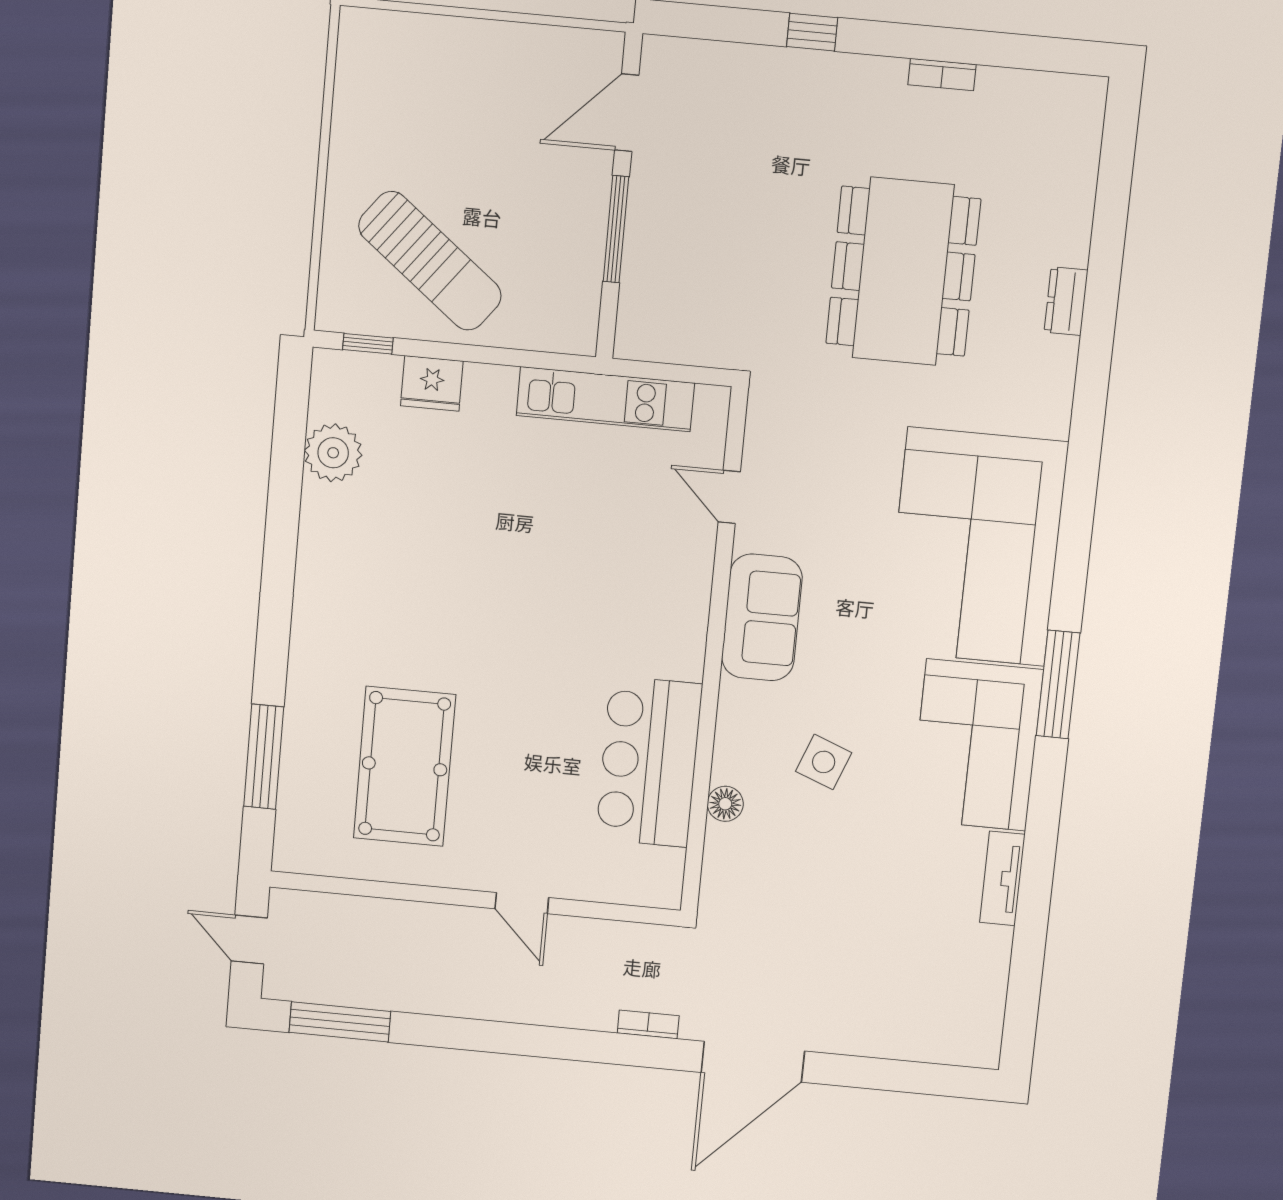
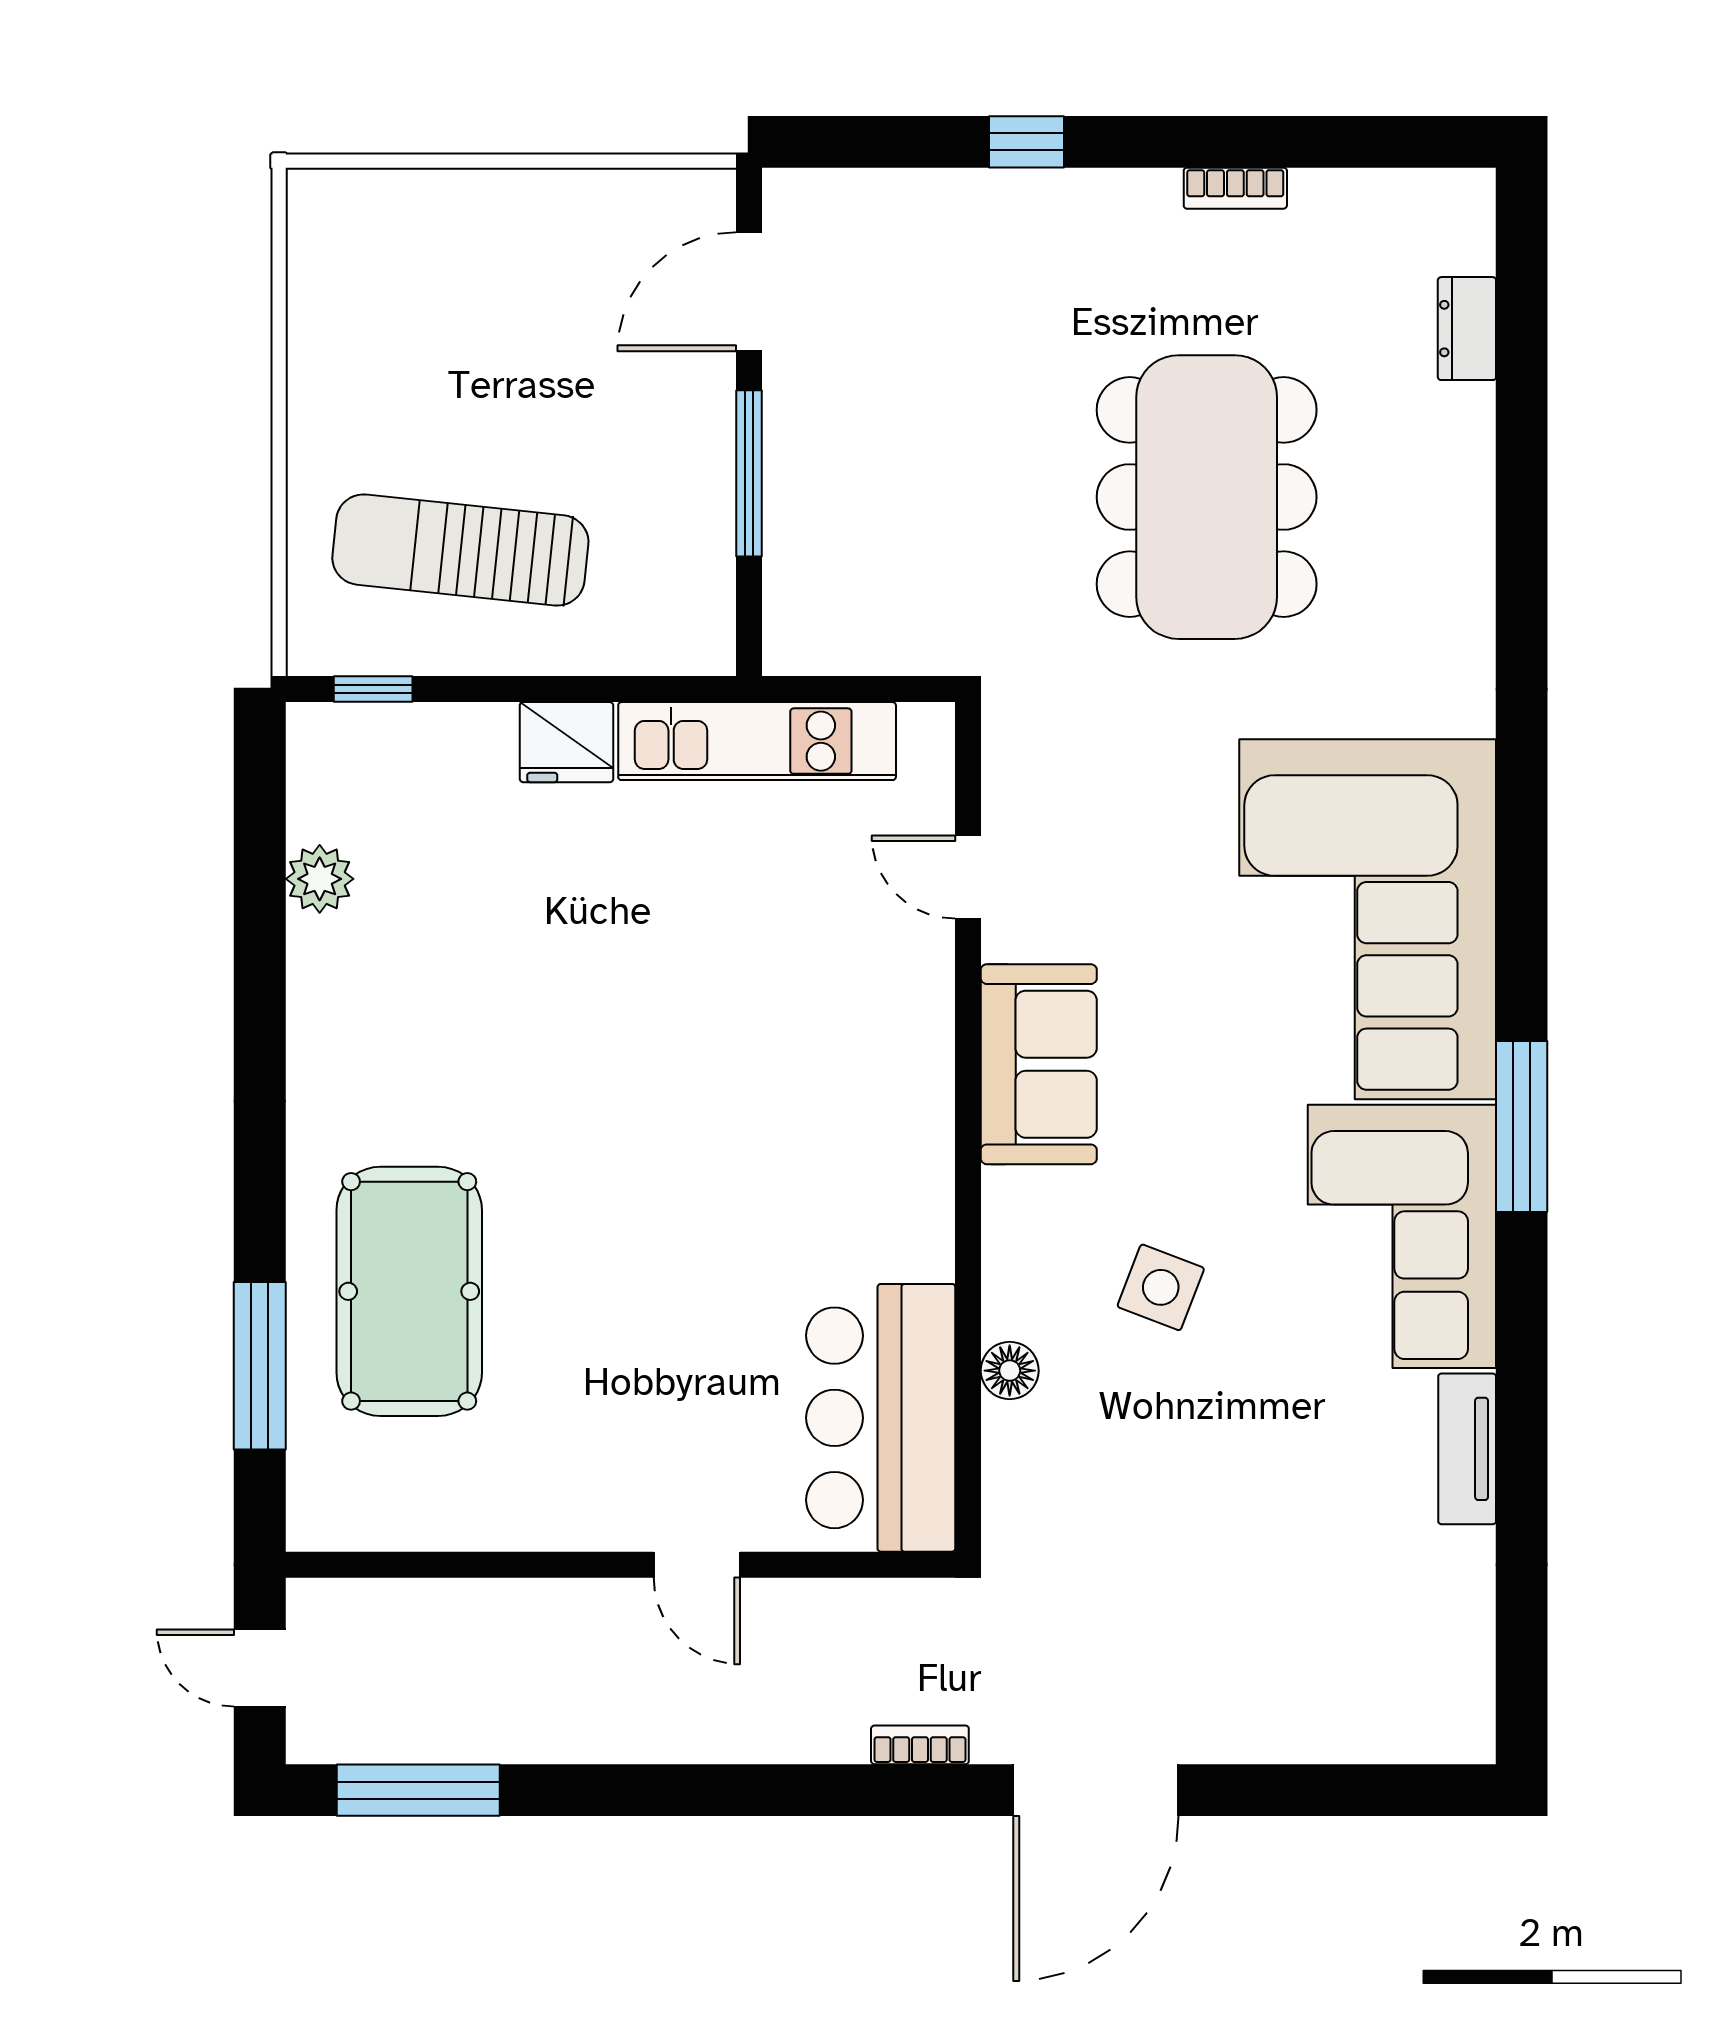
sun lounger: (430, 261) -> (460, 550), turned 148
dresser: (1066, 301) -> (1467, 329), moved
fridge: (432, 383) -> (567, 742), moved
plant: (333, 453) -> (320, 879), width x0.73, depth x0.73
bar counter: (649, 762) -> (881, 1418), moved
pool table: (405, 766) -> (409, 1291), moved

